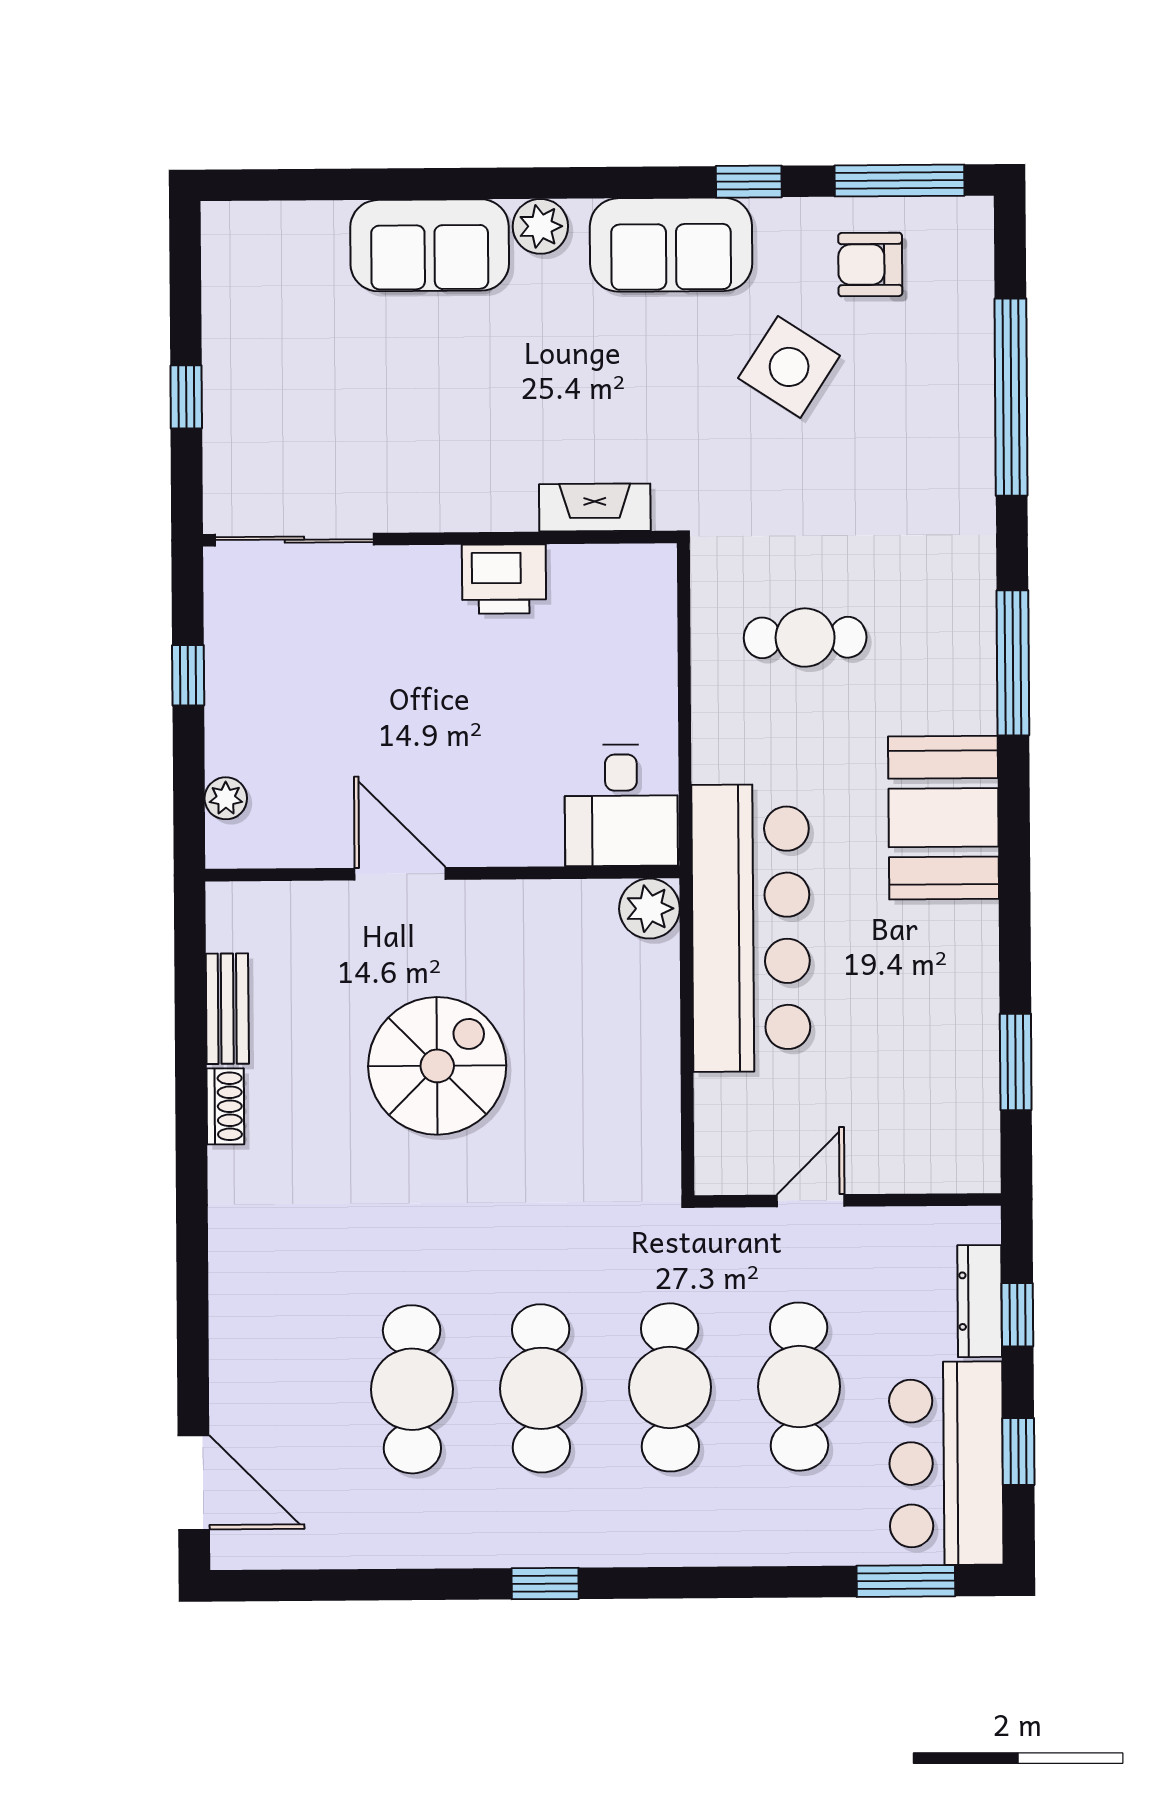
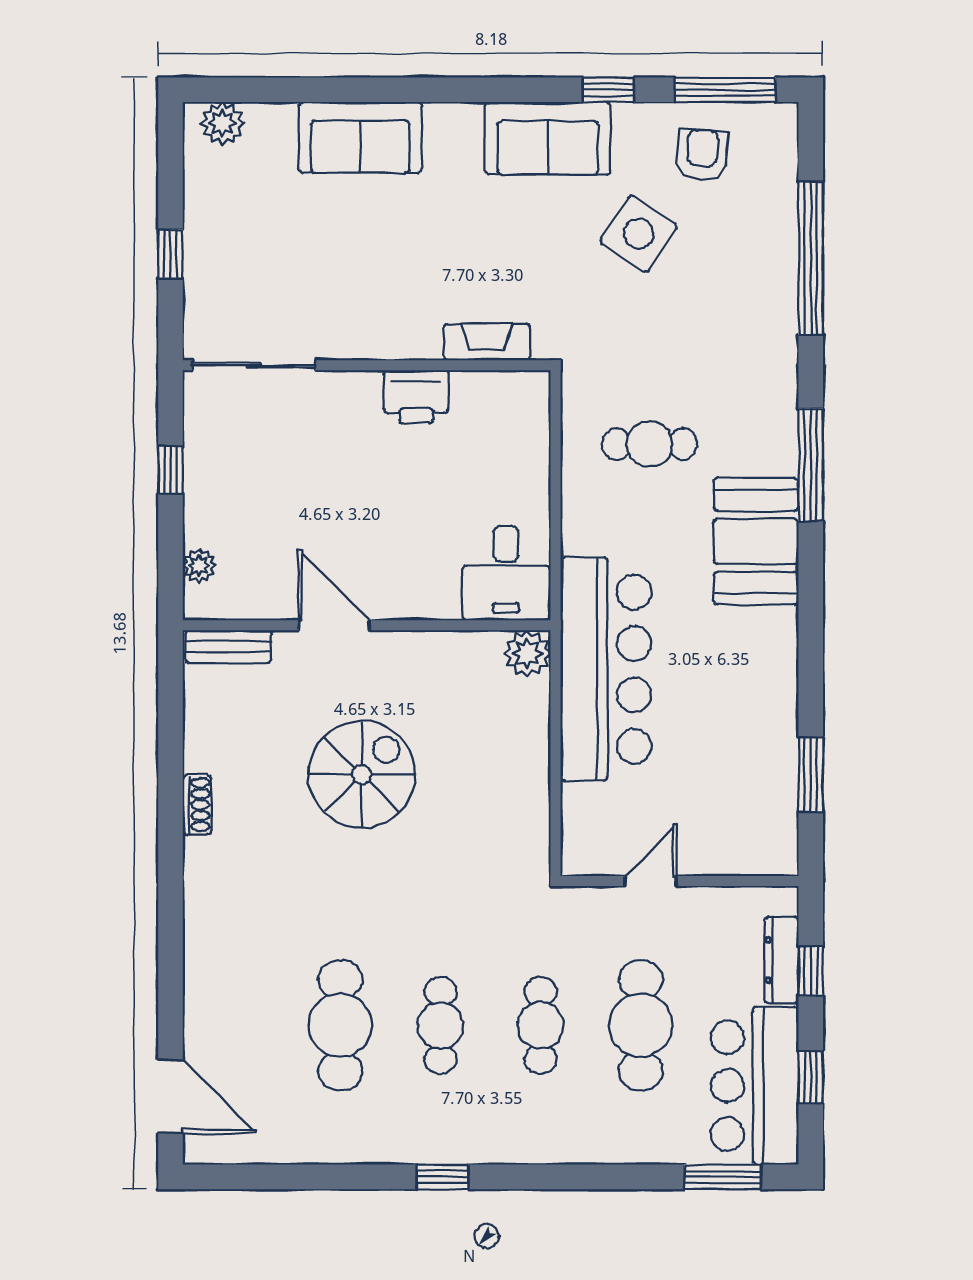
plant: (540, 226) -> (222, 123), moved
armchair: (870, 265) -> (702, 155), turned 94
booth: (943, 818) -> (756, 541), moved
bench: (227, 1009) -> (228, 646), moved, turned 90
cafe table: (670, 1387) -> (541, 1025), width x0.73, depth x0.74
cafe table: (541, 1388) -> (441, 1025), width x0.73, depth x0.74

